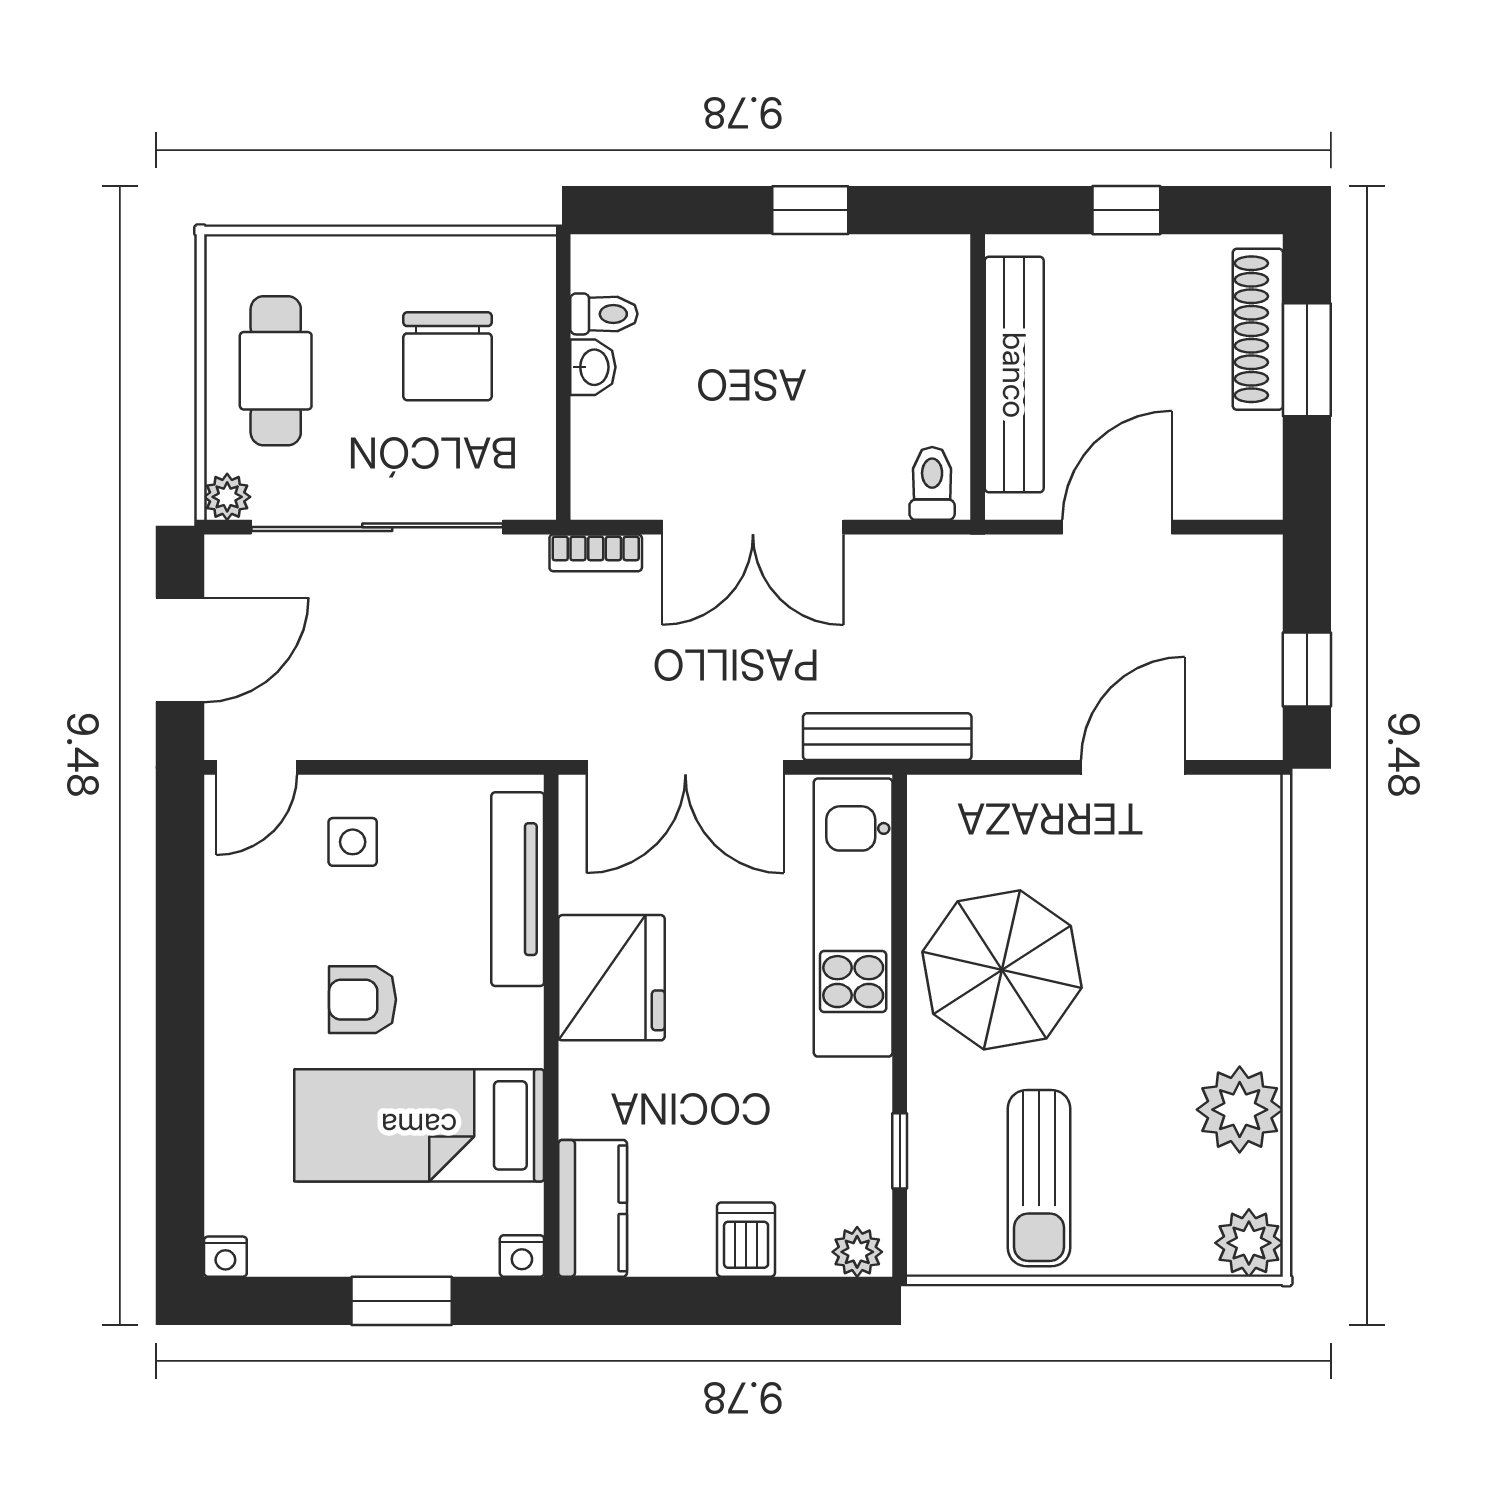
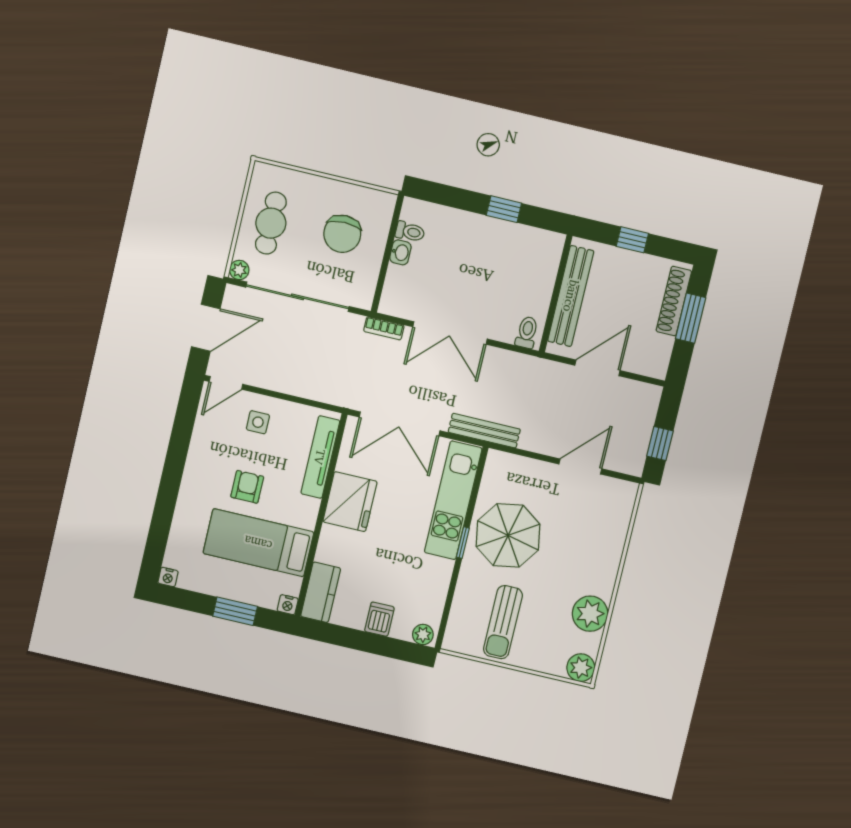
armchair: (363, 1000) -> (247, 487), turned 90
window: (900, 1151) -> (463, 543), moved

